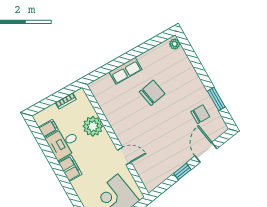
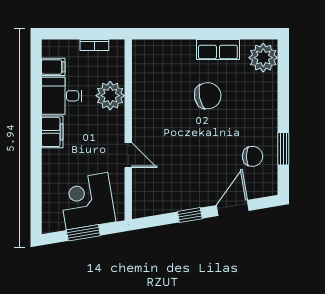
plant: (175, 44) -> (263, 58), width x1.87, depth x1.87
row of seats: (126, 71) -> (218, 50), moved

